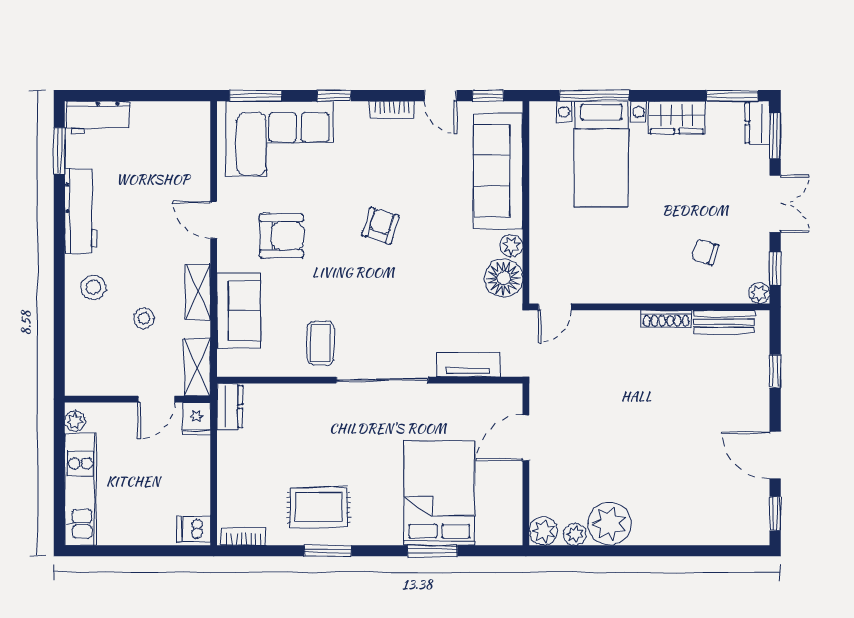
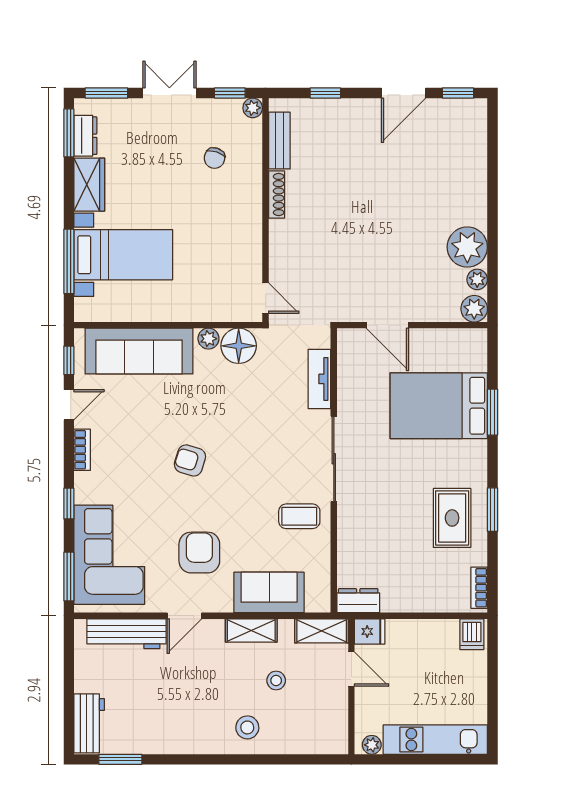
dresser: (757, 123) -> (85, 136), moved, turned -90
workbench: (81, 211) -> (126, 634), moved, turned 180

